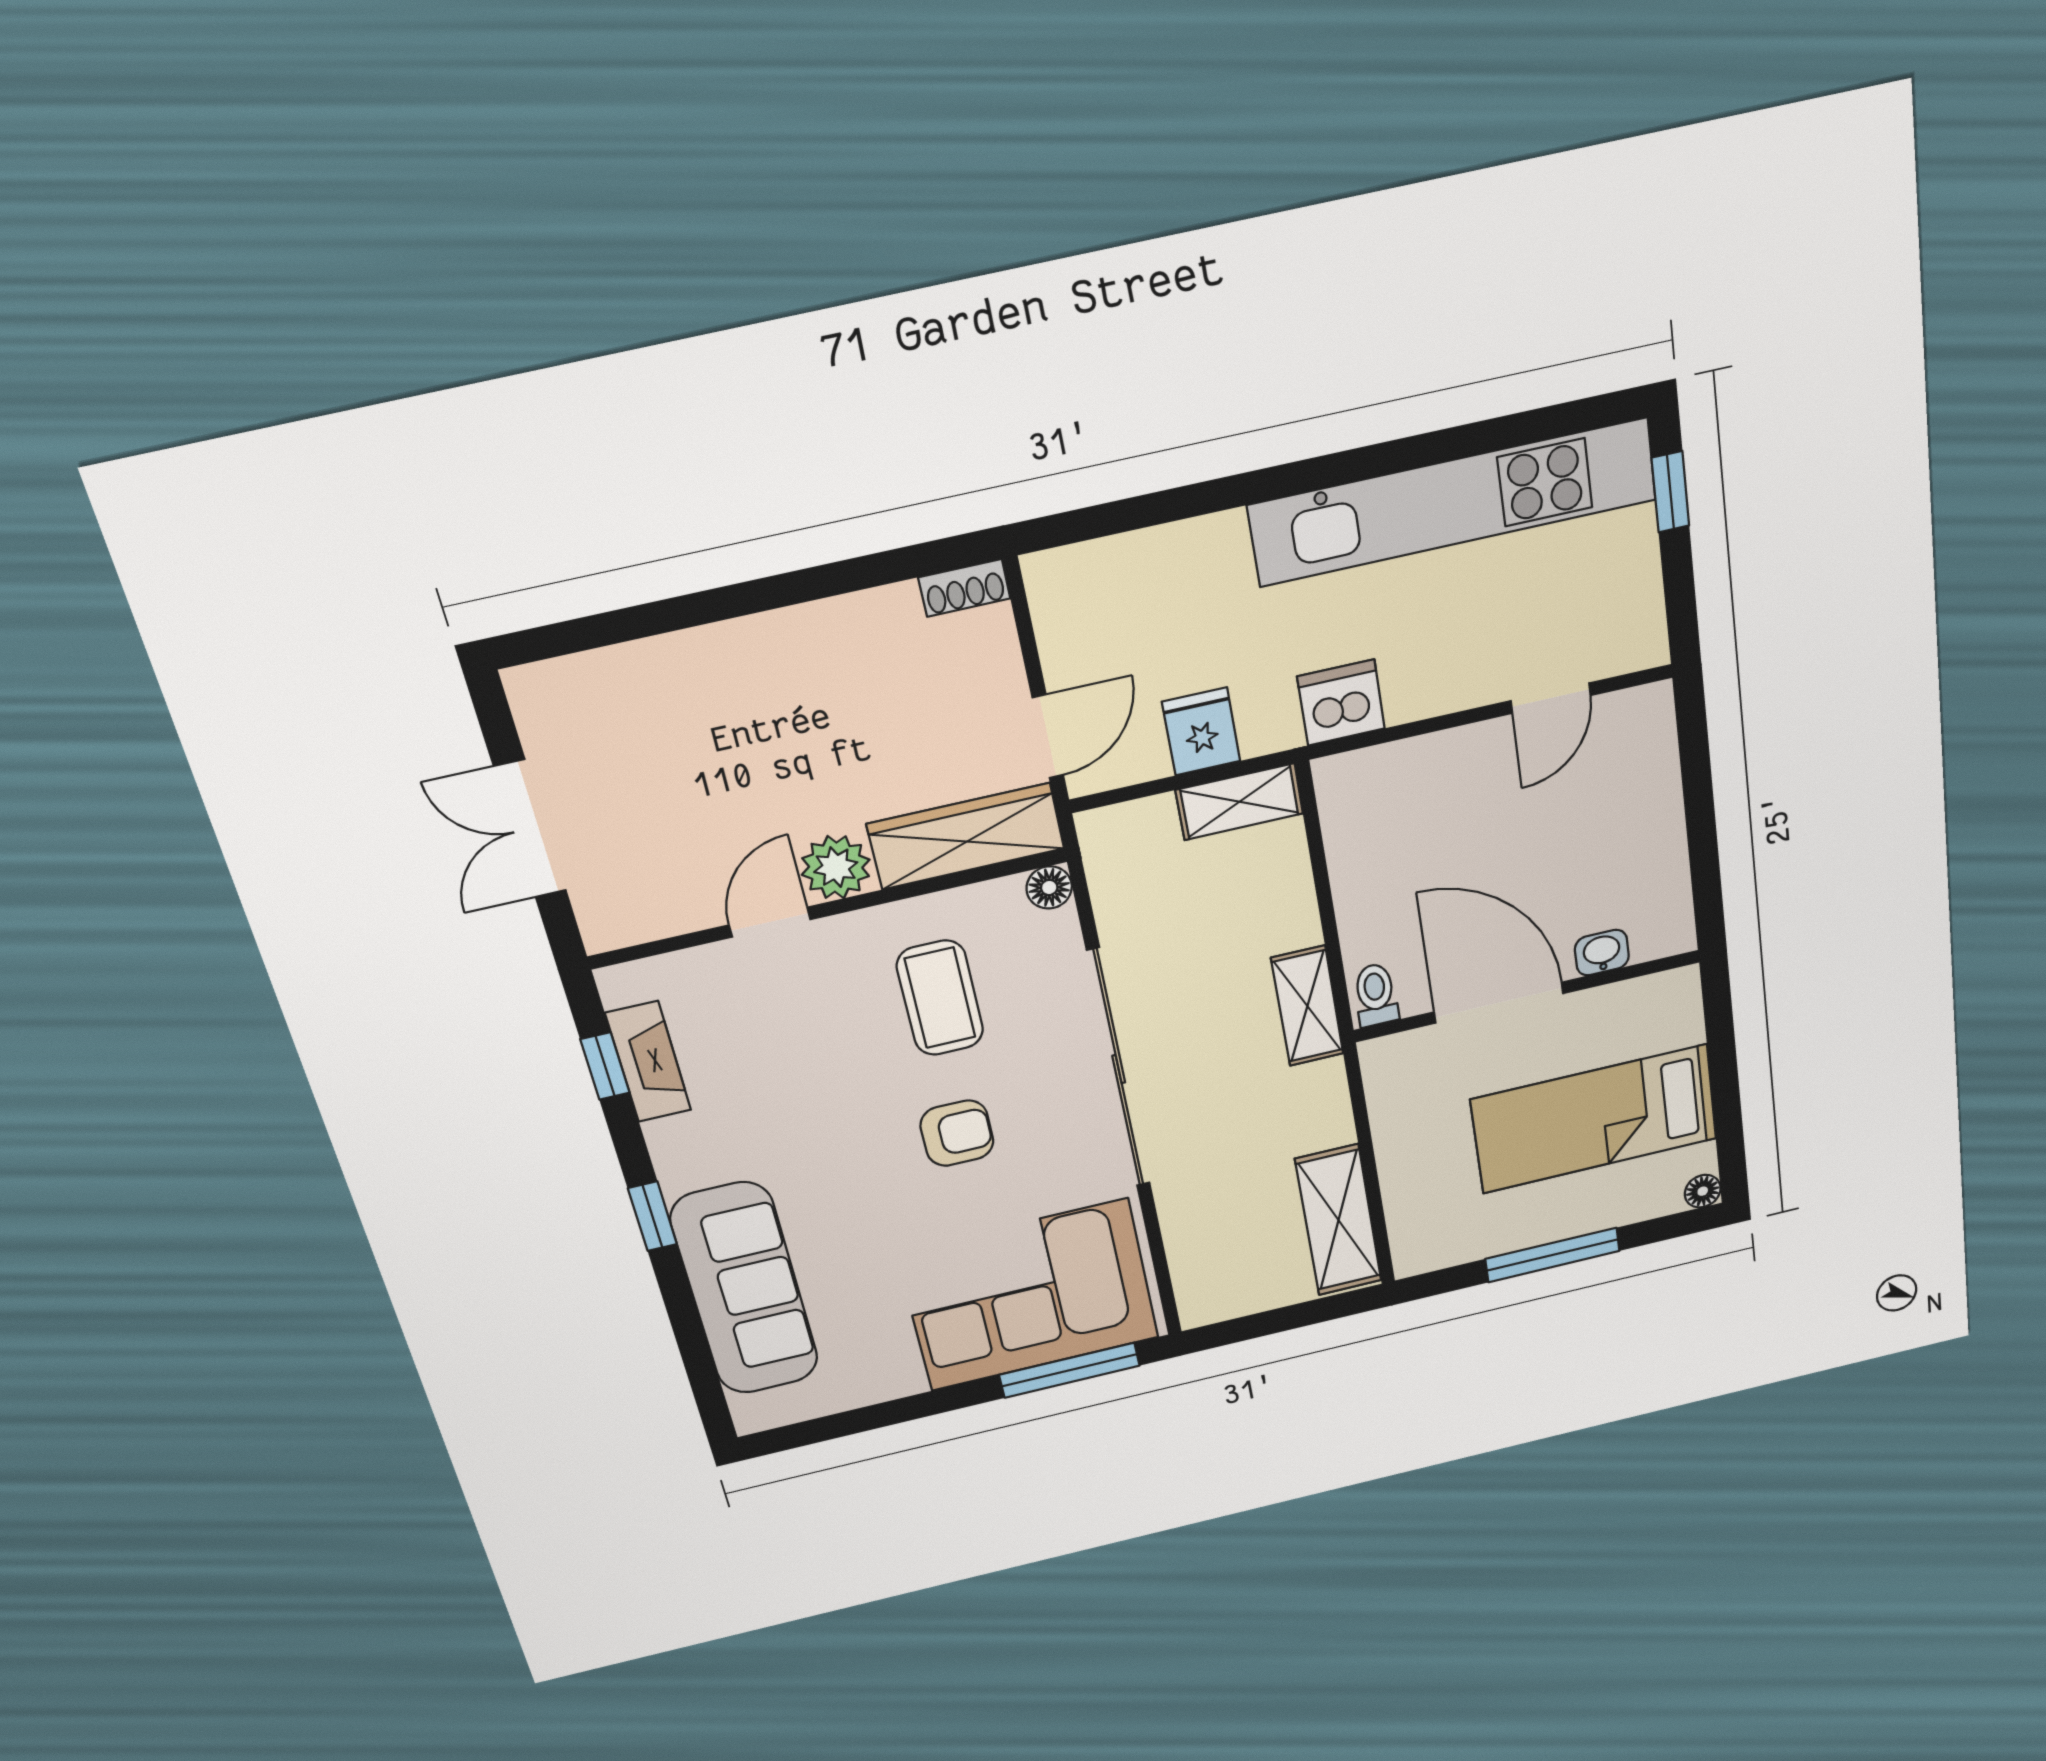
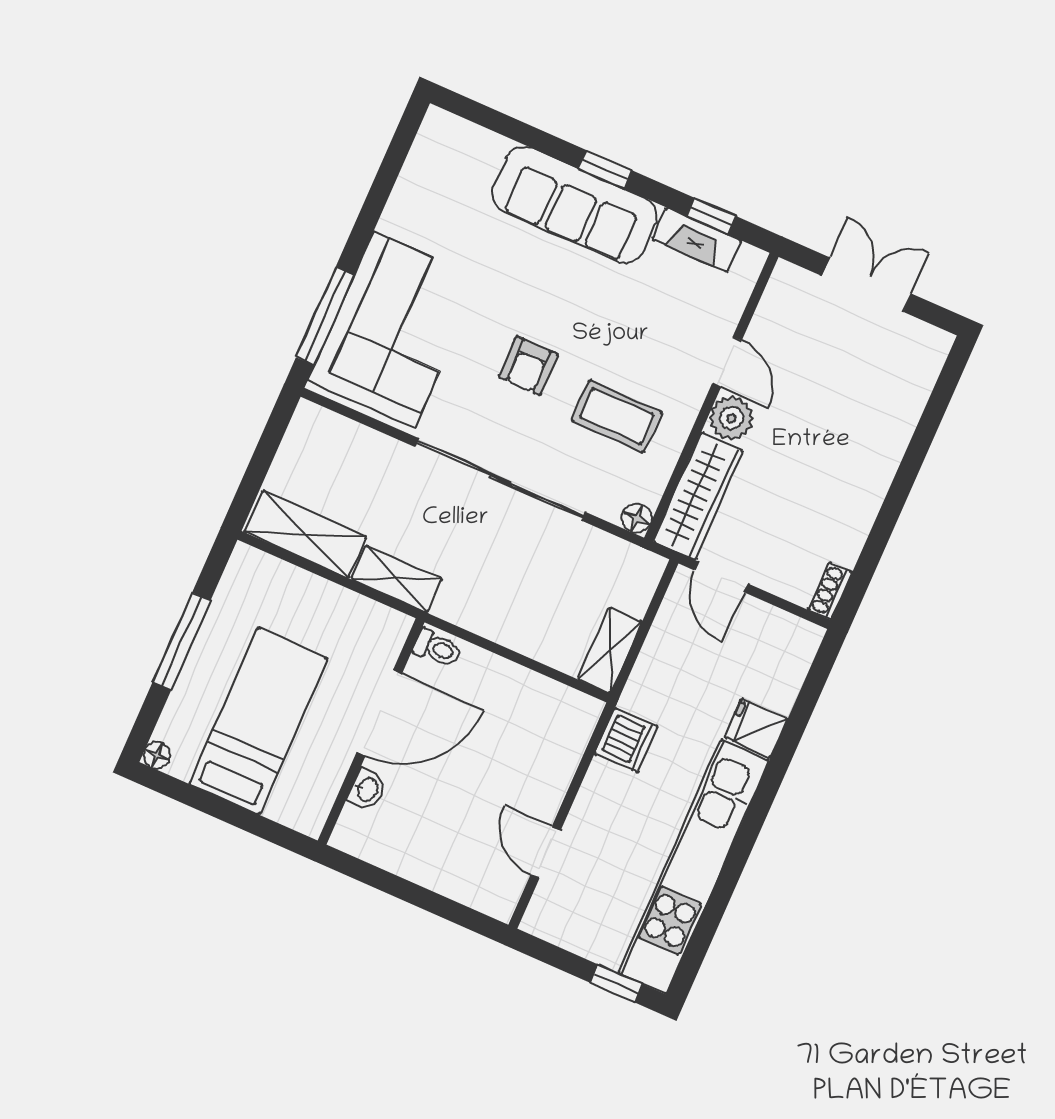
fridge: (1201, 732) -> (756, 728), moved, turned 180
shelving: (1307, 1006) -> (397, 579), moved
sofa: (745, 1289) -> (574, 205), moved

